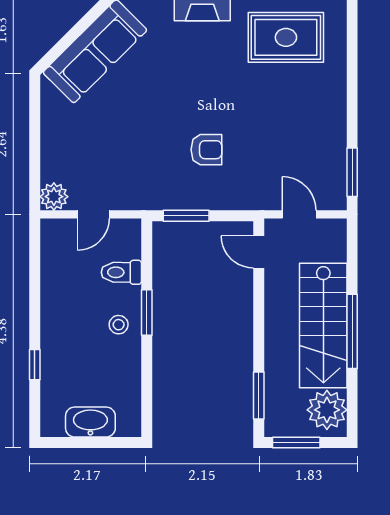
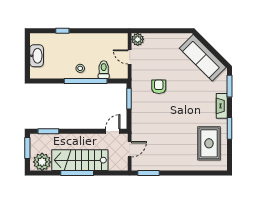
armchair: (206, 150) -> (159, 87), moved, turned 180
window: (147, 312) -> (86, 81), width x2.11

